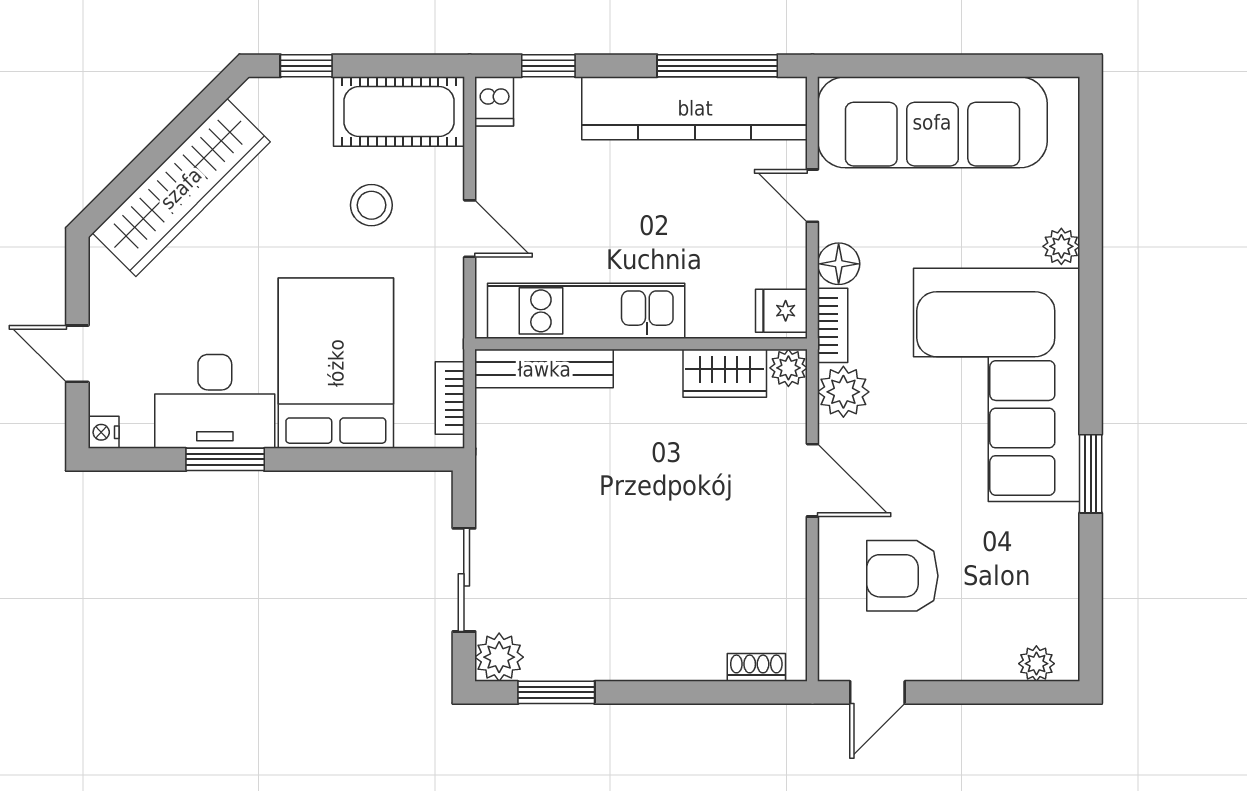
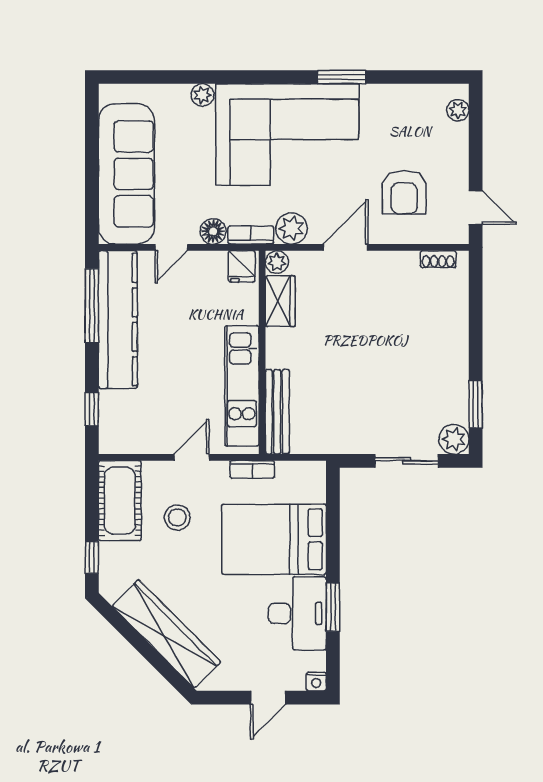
dishwasher: (494, 101) -> (114, 442), removed
bookcase: (450, 398) -> (252, 469), moved
shoe rack: (756, 667) -> (438, 259), moved, turned -90

